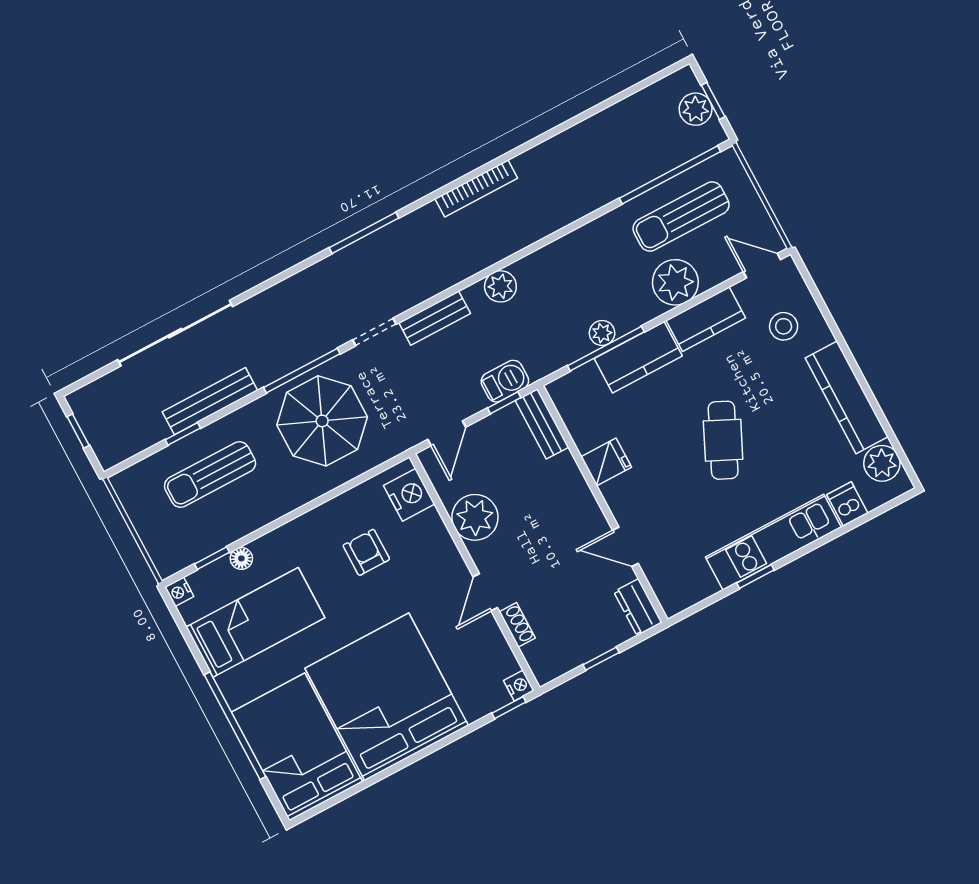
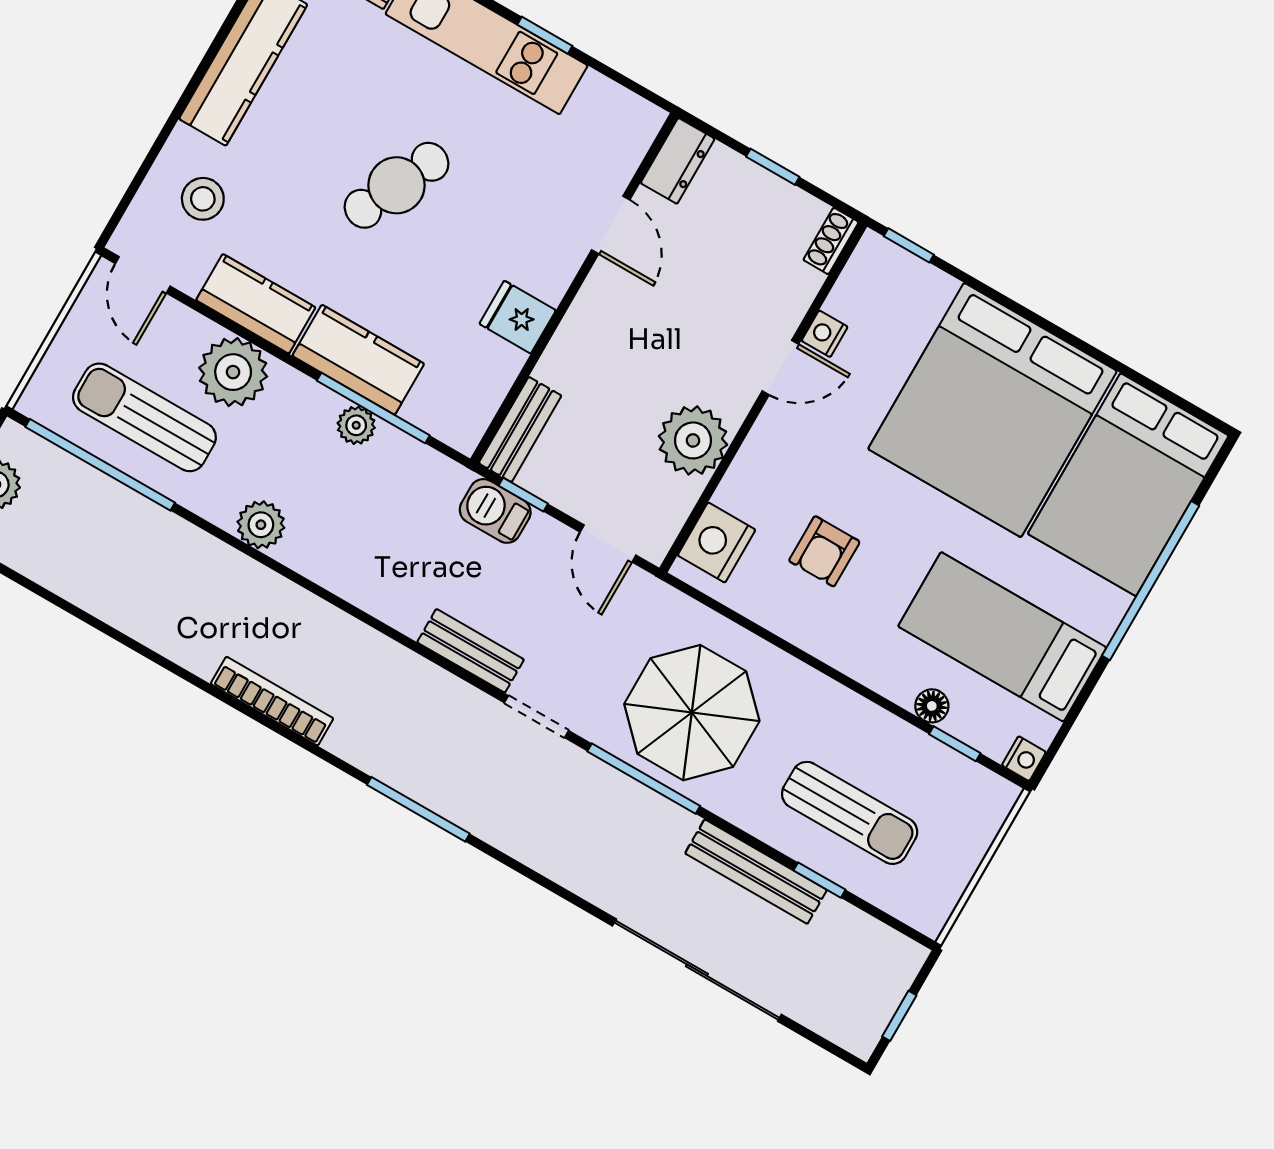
sun lounger: (681, 217) -> (144, 417), turned 180
plant: (500, 286) -> (261, 525), moved
door: (447, 433) -> (608, 544), swing flipped
shoe rack: (517, 625) -> (831, 241), moved
nightstand: (519, 686) -> (825, 334), moved

